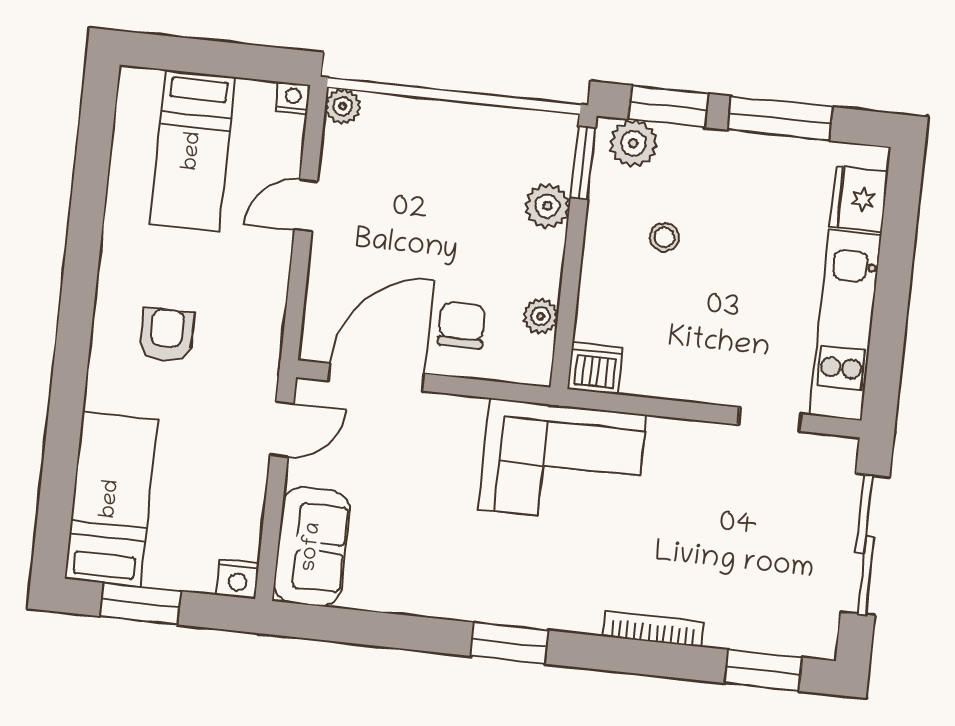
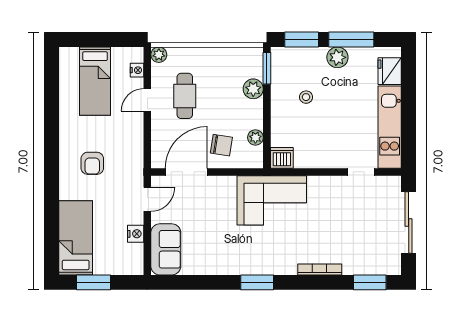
nightstand: (293, 98) -> (137, 70), moved, turned 90
plant: (633, 143) -> (337, 57), moved
cafe table: (391, 205) -> (185, 96), added
chair: (462, 325) -> (221, 145), turned 99
armchair: (167, 335) -> (92, 163), turned 180
nightstand: (238, 579) -> (136, 234), moved, turned -90

